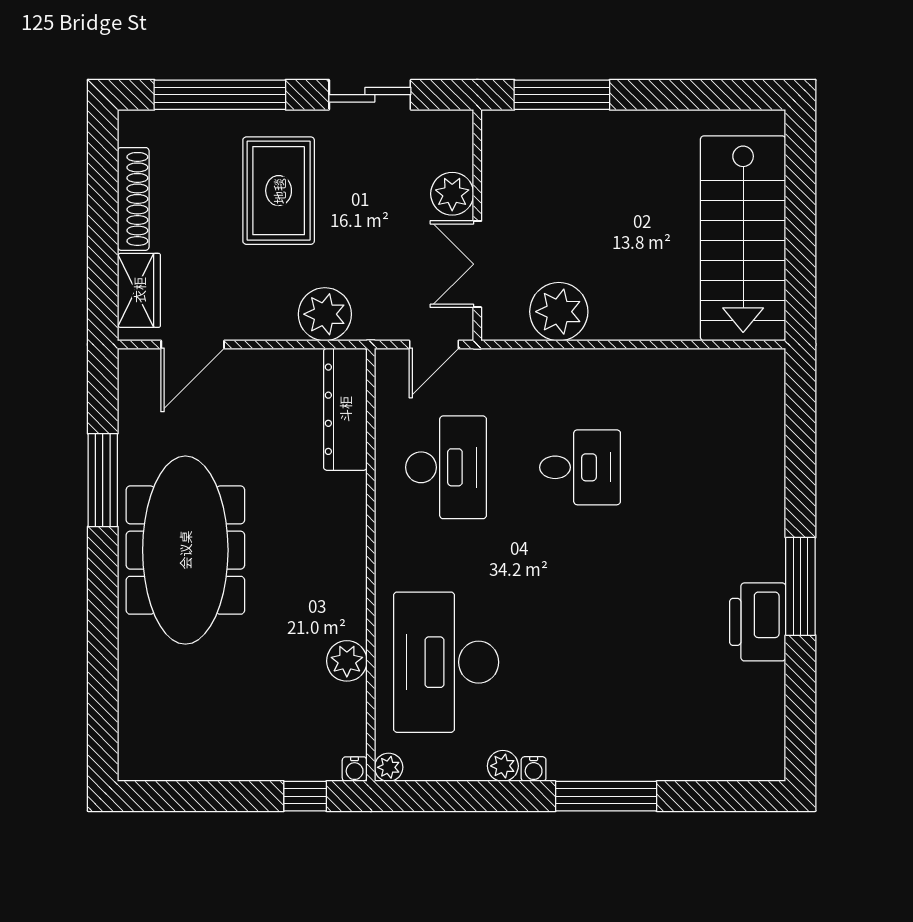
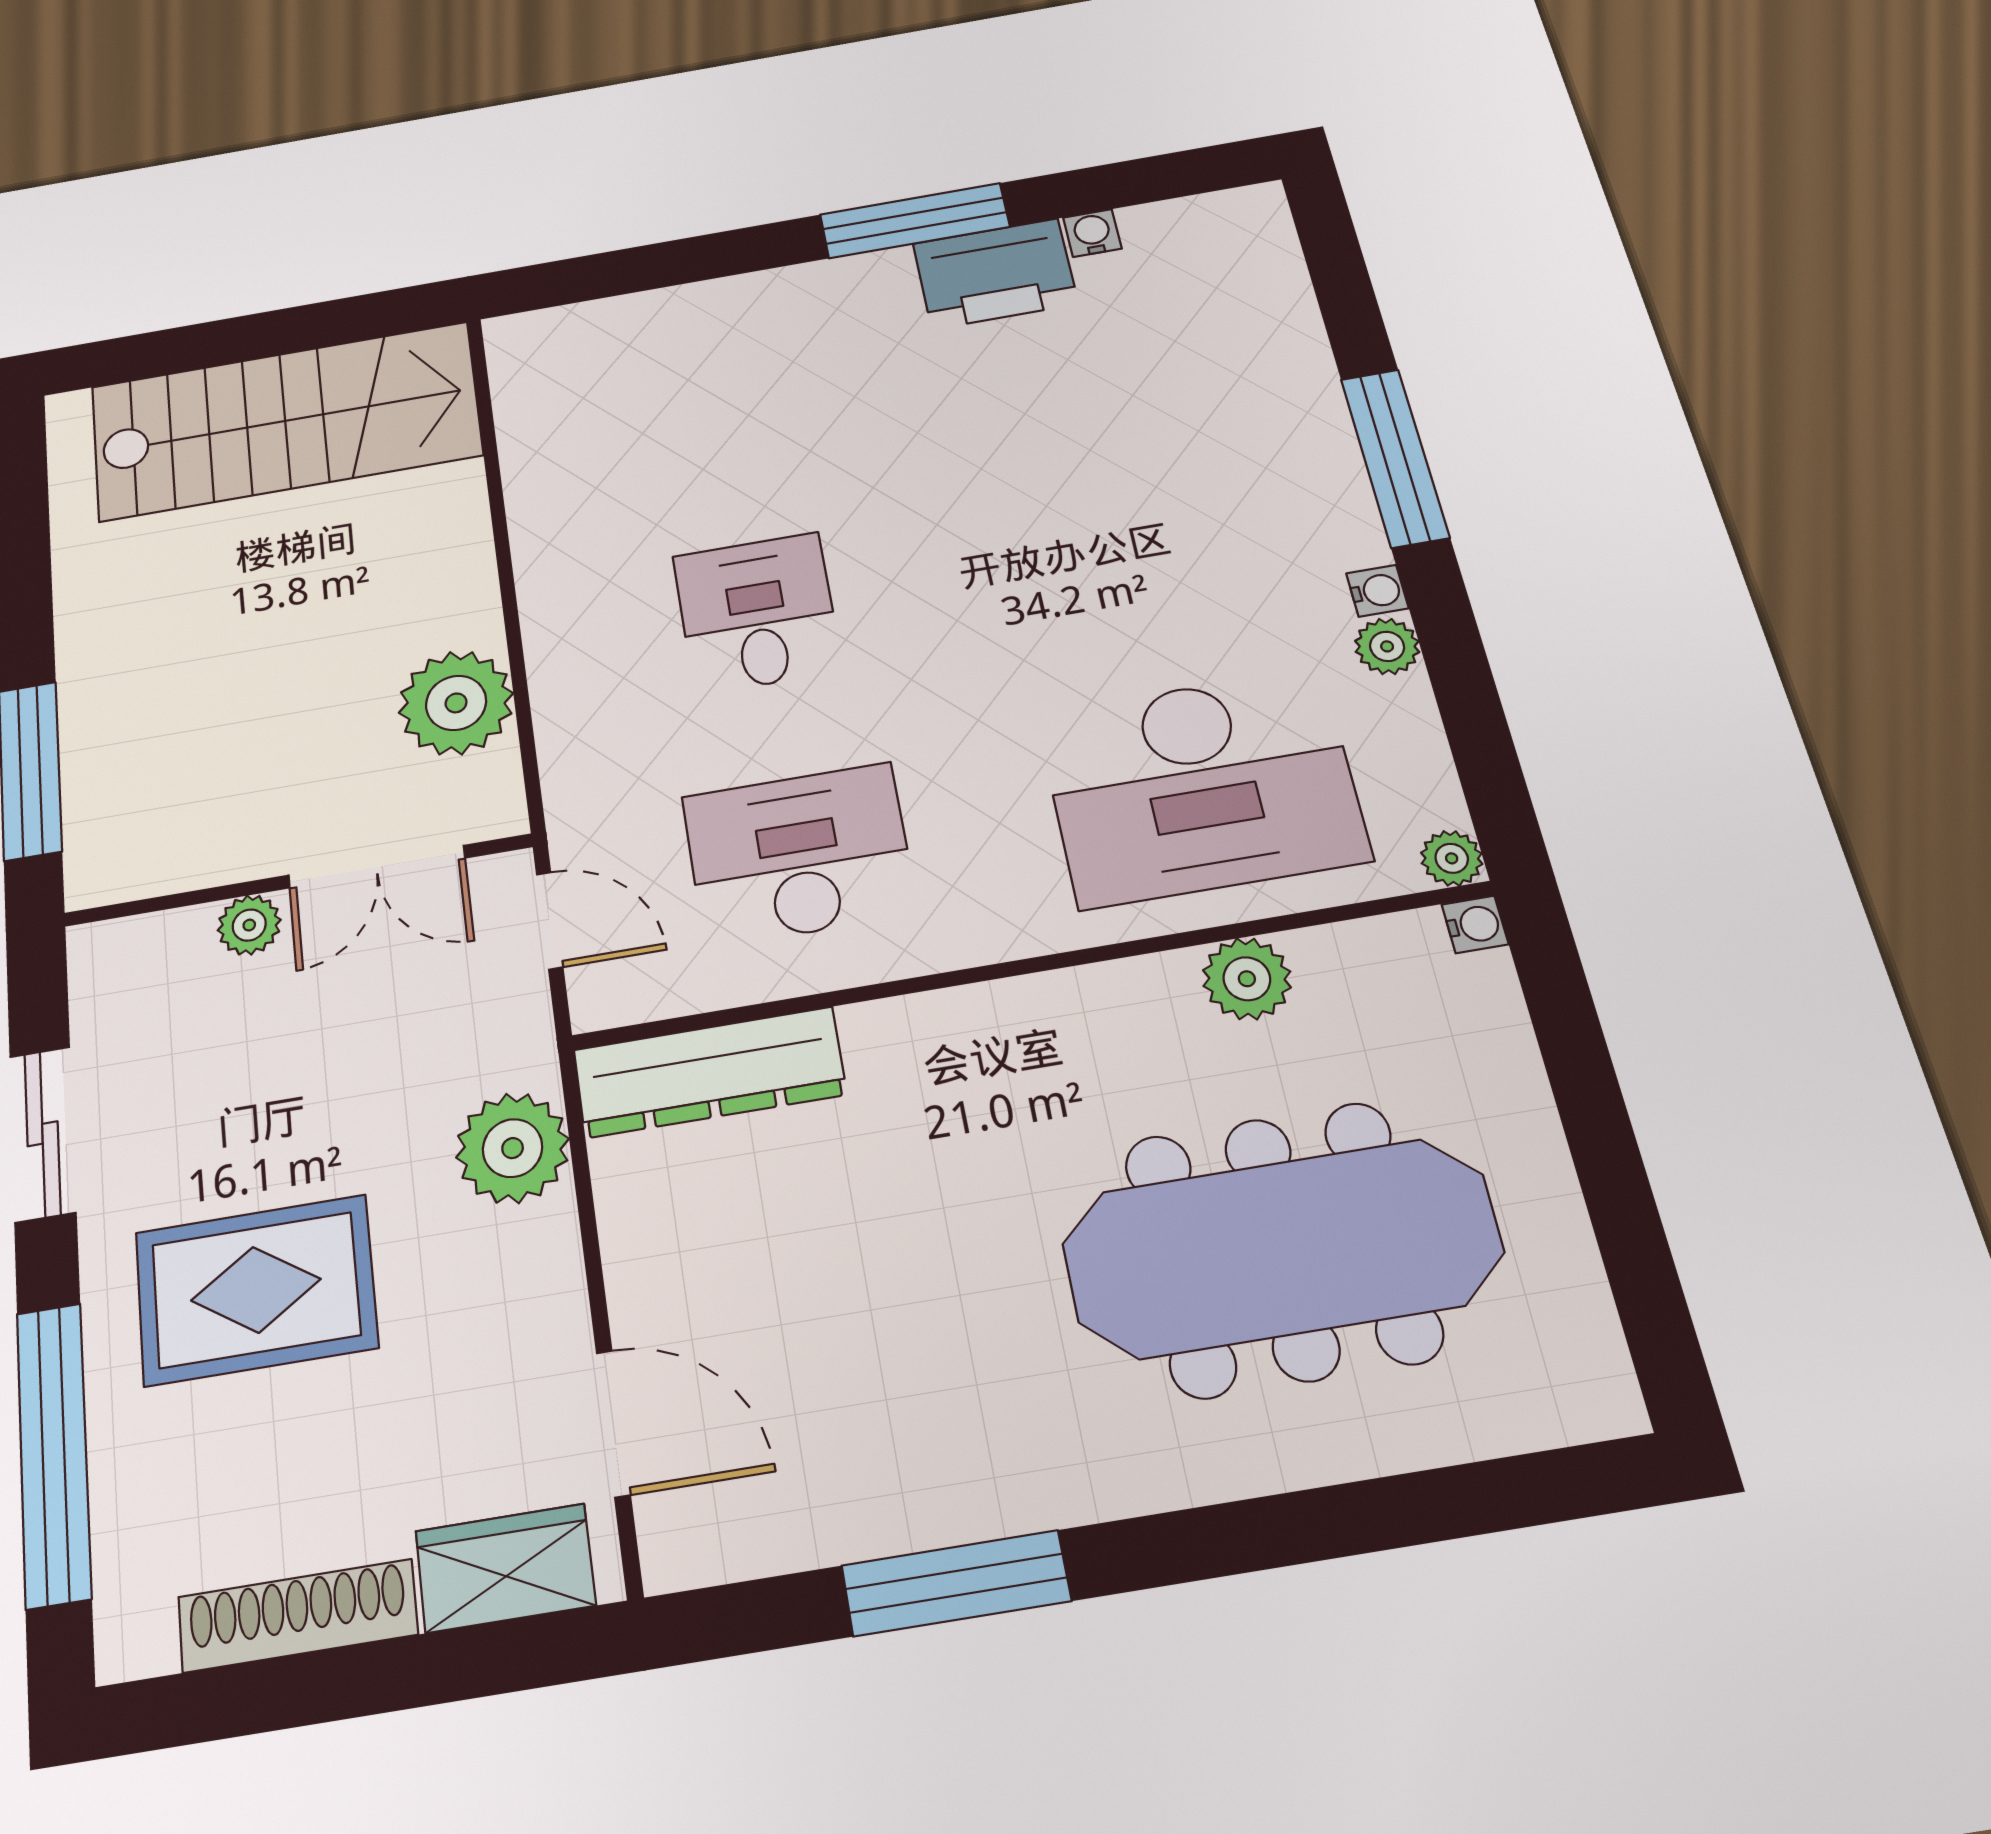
plant: (452, 194) -> (249, 925), width x0.73, depth x0.73
meeting table: (185, 550) -> (1282, 1248), moved
water cooler: (773, 677) -> (1092, 233), added
window: (305, 796) -> (1563, 1014), removed

